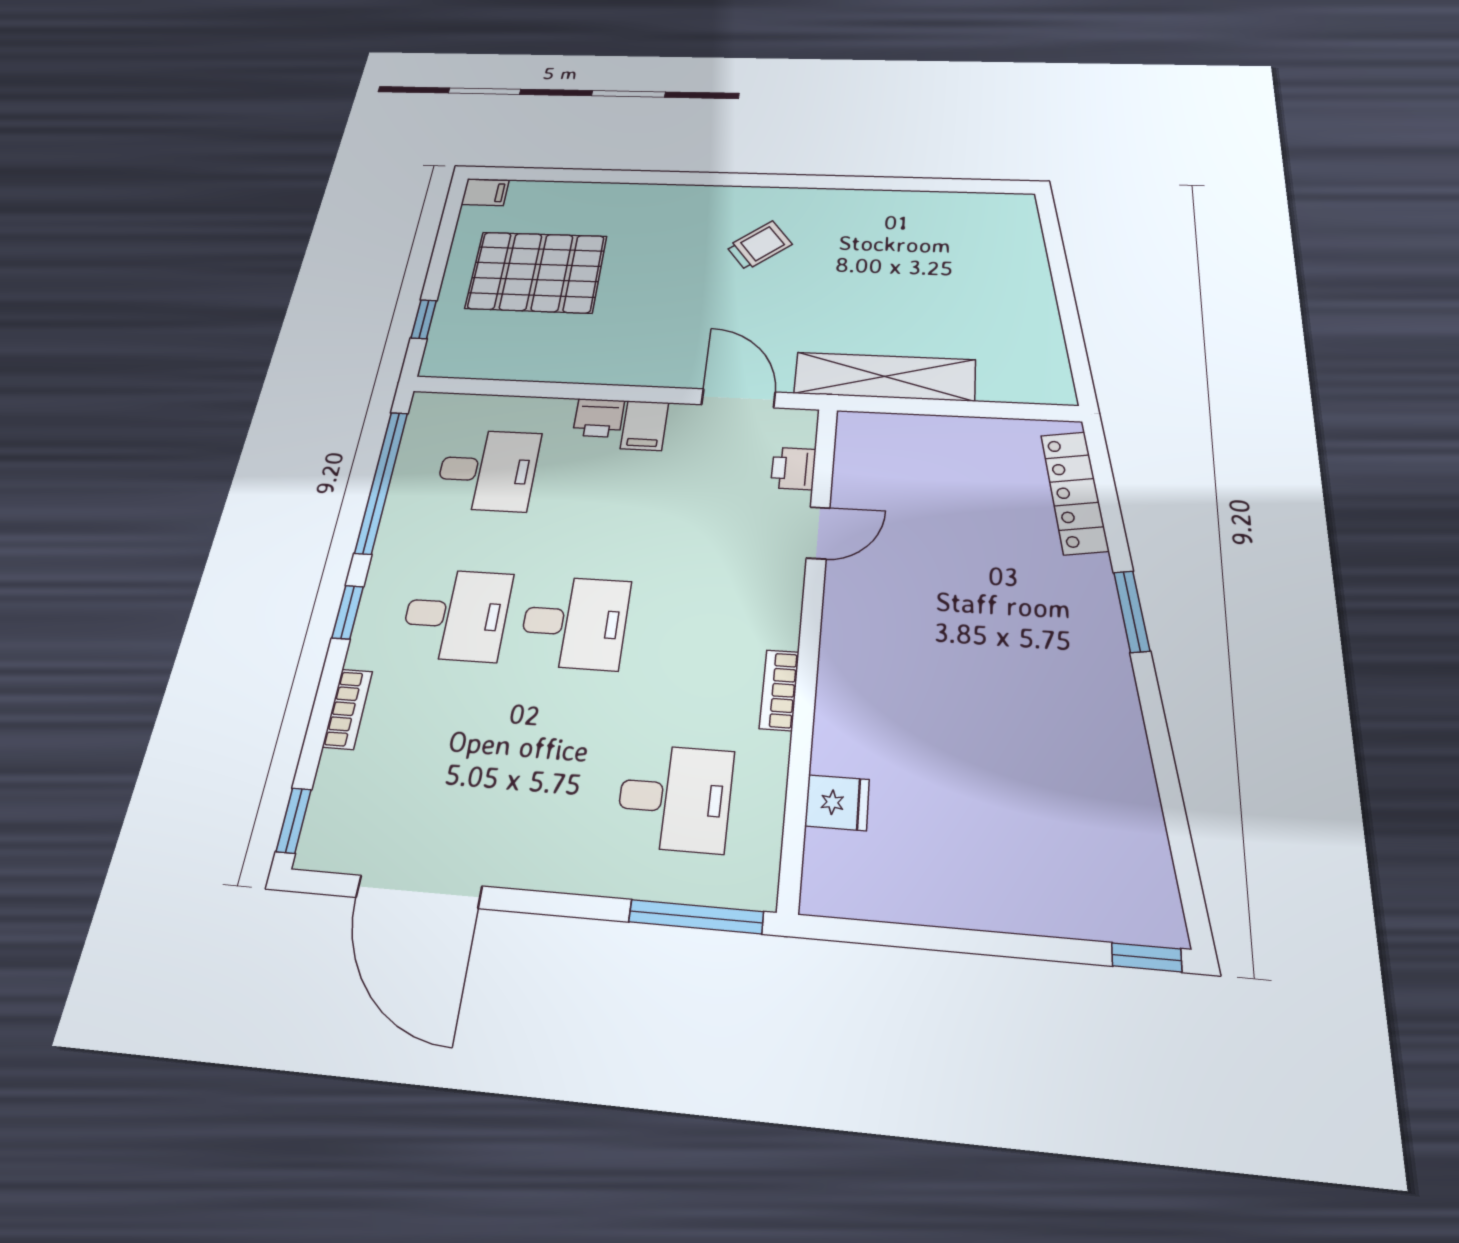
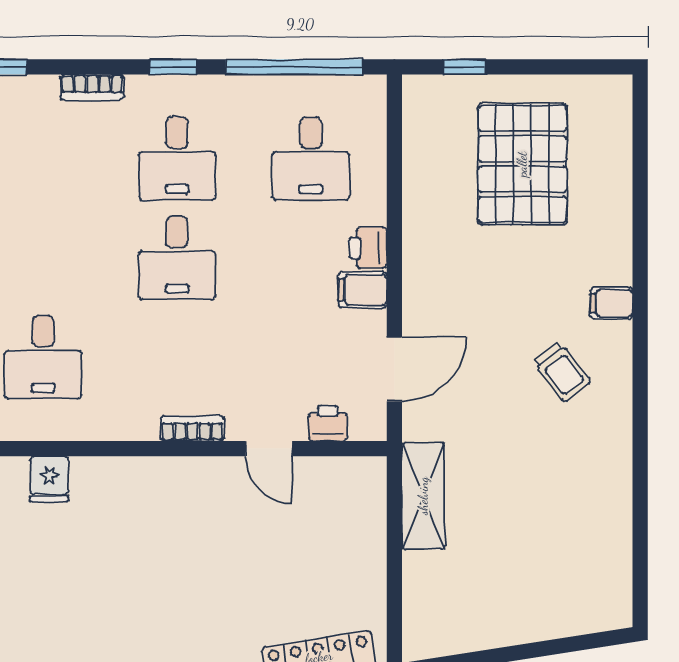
filing cabinet: (485, 192) -> (611, 303), moved, turned 90
shelving: (885, 377) -> (423, 496), width x0.68
bookcase: (779, 690) -> (192, 428), moved

